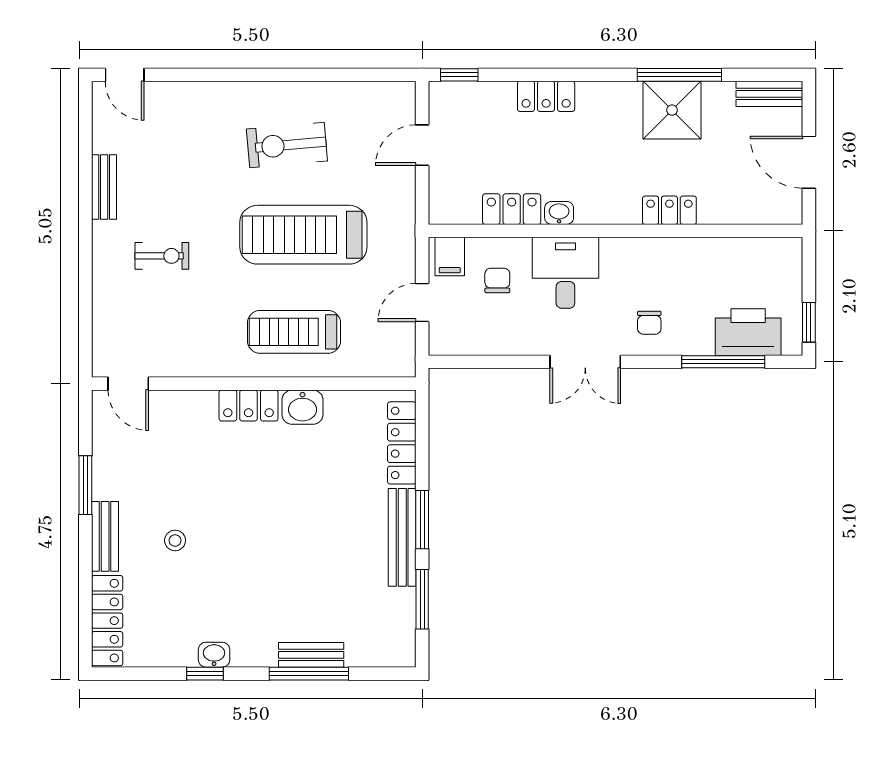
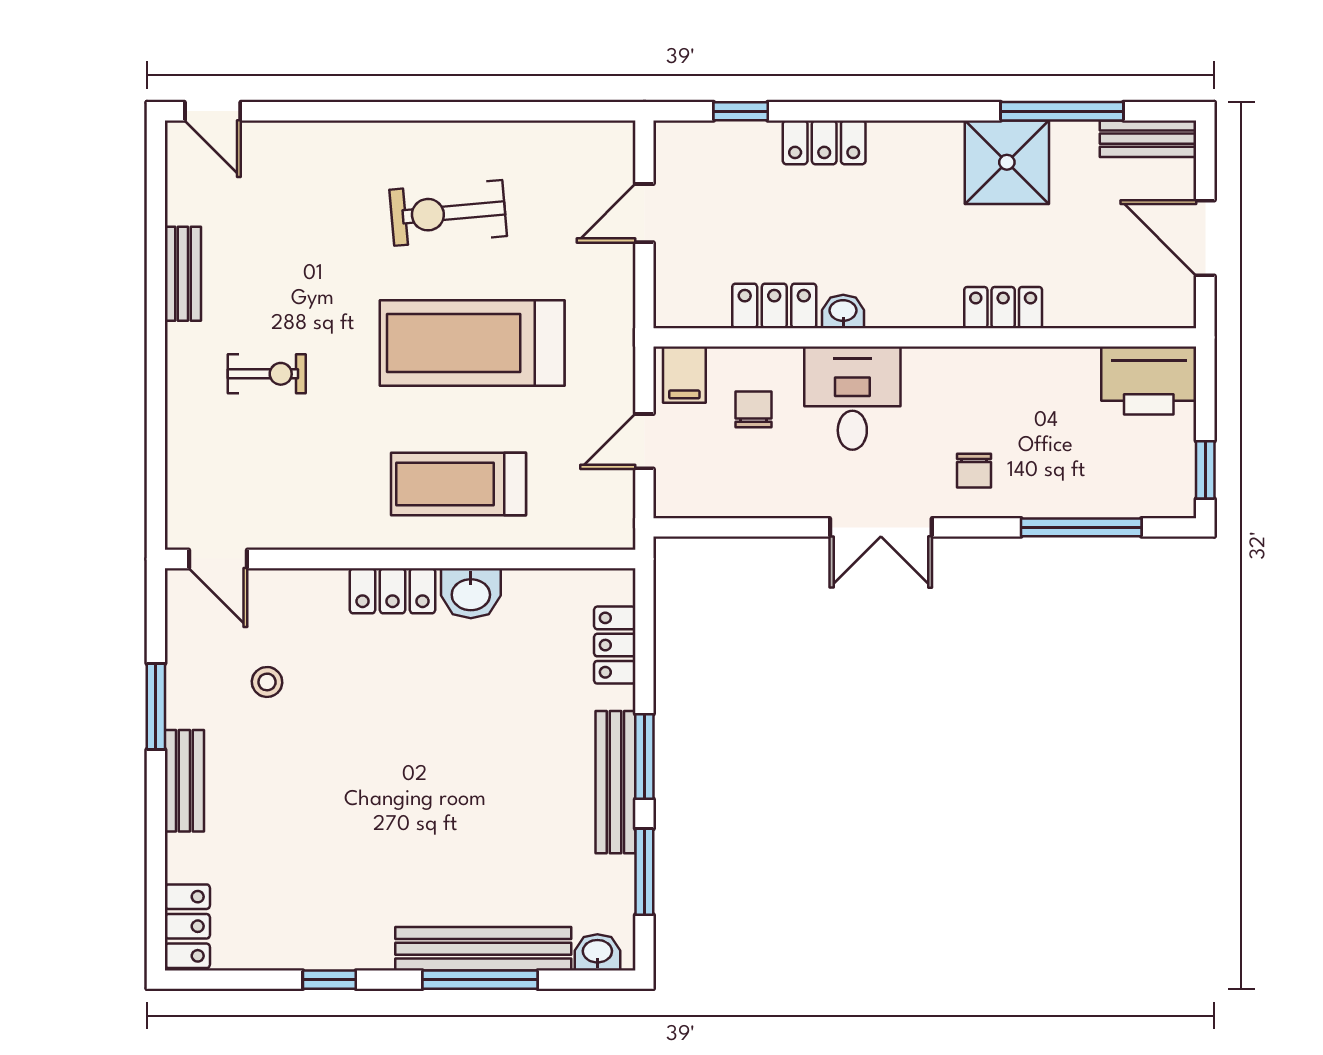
window: (459, 75) -> (741, 111), moved
window: (679, 75) -> (1062, 111), moved
printer: (748, 332) -> (1149, 380), moved, turned 180
locker: (402, 443) -> (615, 645), width x0.66
stool: (175, 540) -> (267, 682), moved
locker: (107, 621) -> (187, 926), width x0.66
washbasin: (214, 655) -> (597, 952), moved
bench: (311, 655) -> (483, 949), width x1.86, depth x1.21

